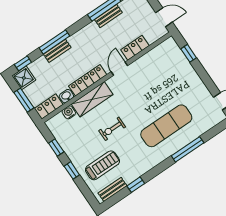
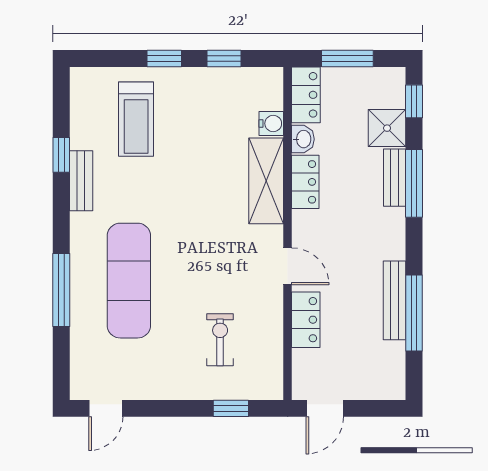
bench: (108, 16) -> (395, 300), width x1.36
shower: (24, 78) -> (387, 128), moved
locker: (88, 80) -> (305, 182), width x0.66
exercise bike: (112, 129) -> (220, 340), moved
bench: (113, 189) -> (81, 181), moved

